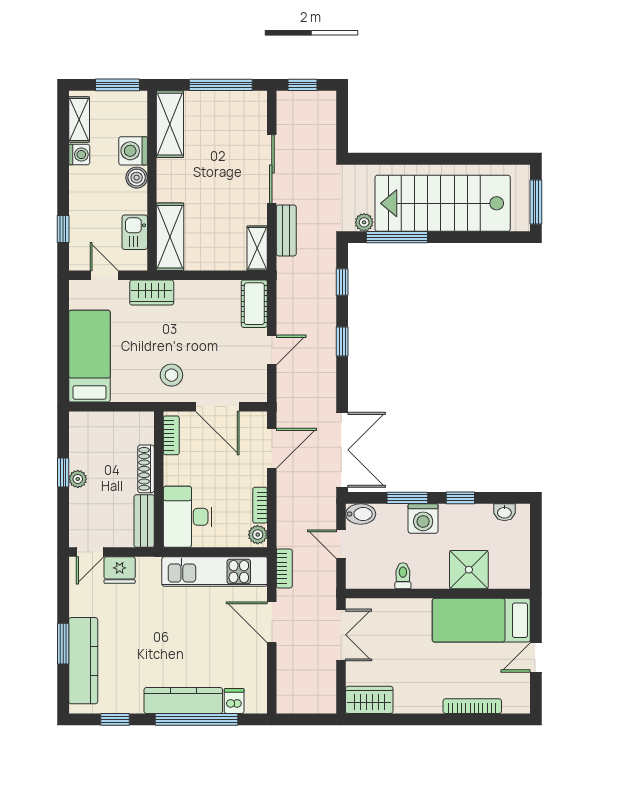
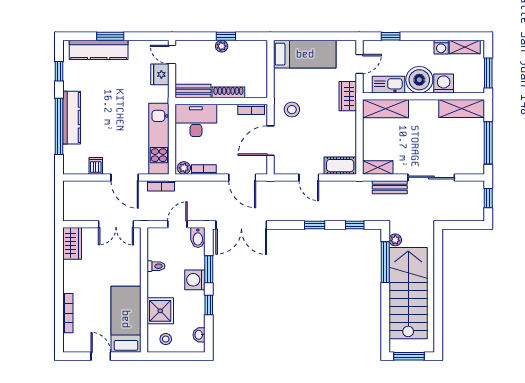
boiler: (137, 178) -> (419, 80), width x1.86, depth x1.86
kitchen sink: (135, 232) -> (389, 85), width x1.38
stool: (511, 561) -> (166, 339), added
door: (272, 622) -> (125, 177), swing flipped
dishwasher: (234, 701) -> (96, 166), moved, turned -90

